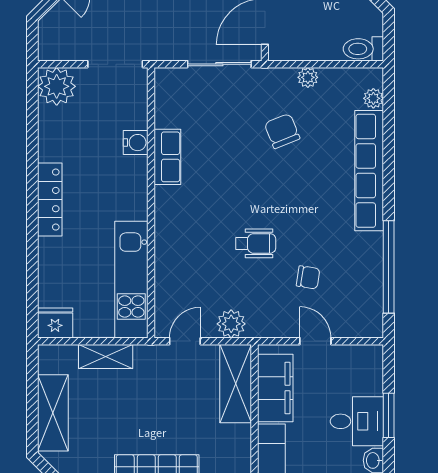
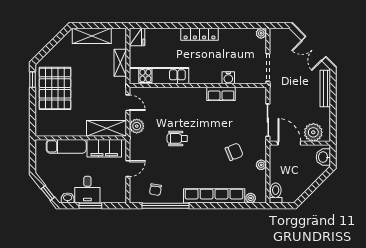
plant: (57, 86) -> (261, 33), width x0.53, depth x0.53
wheelchair: (256, 243) -> (177, 138), turned 90
chair: (308, 277) -> (155, 190), moved

